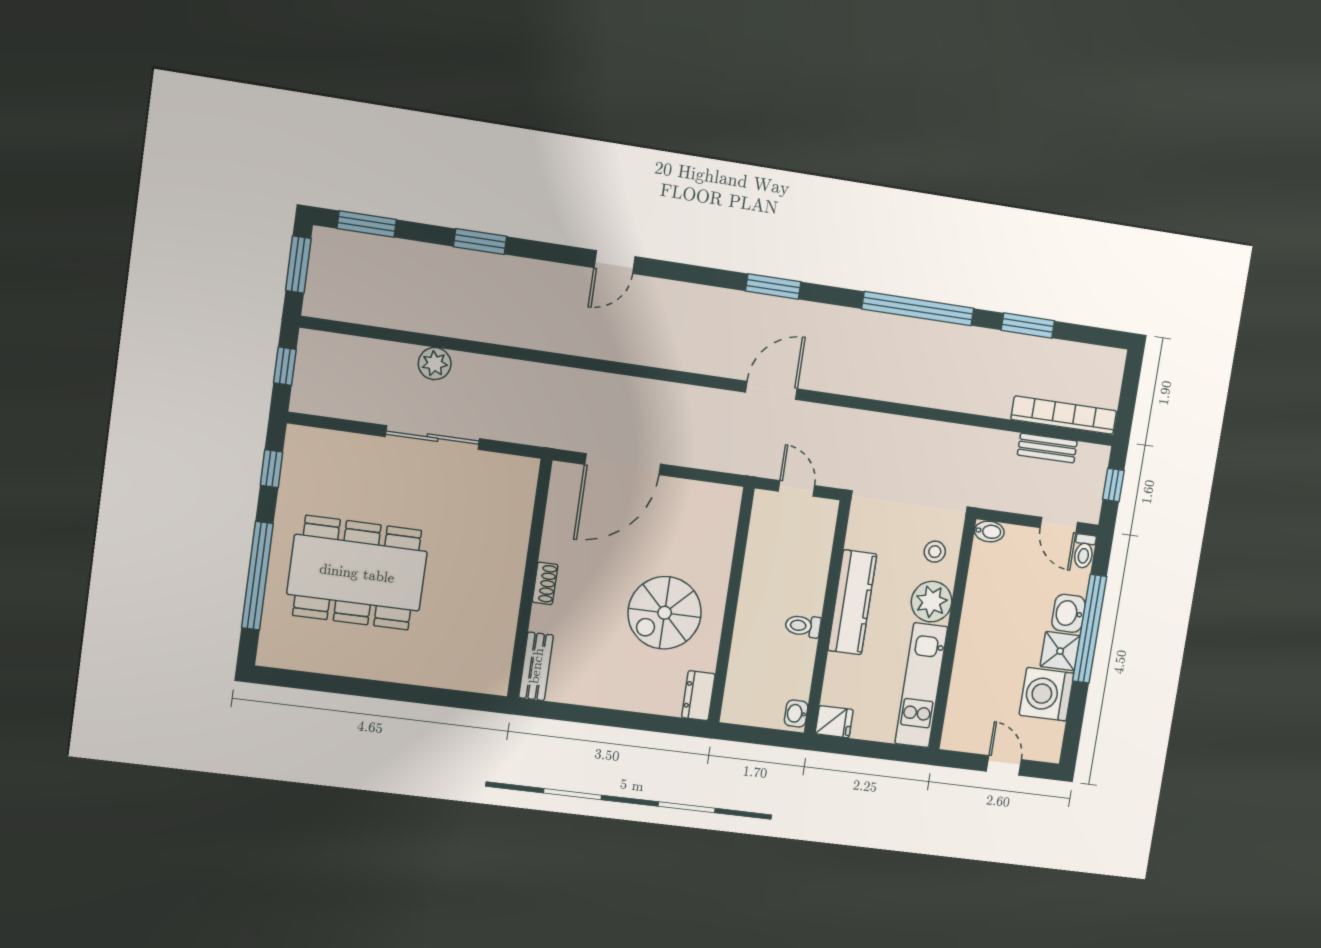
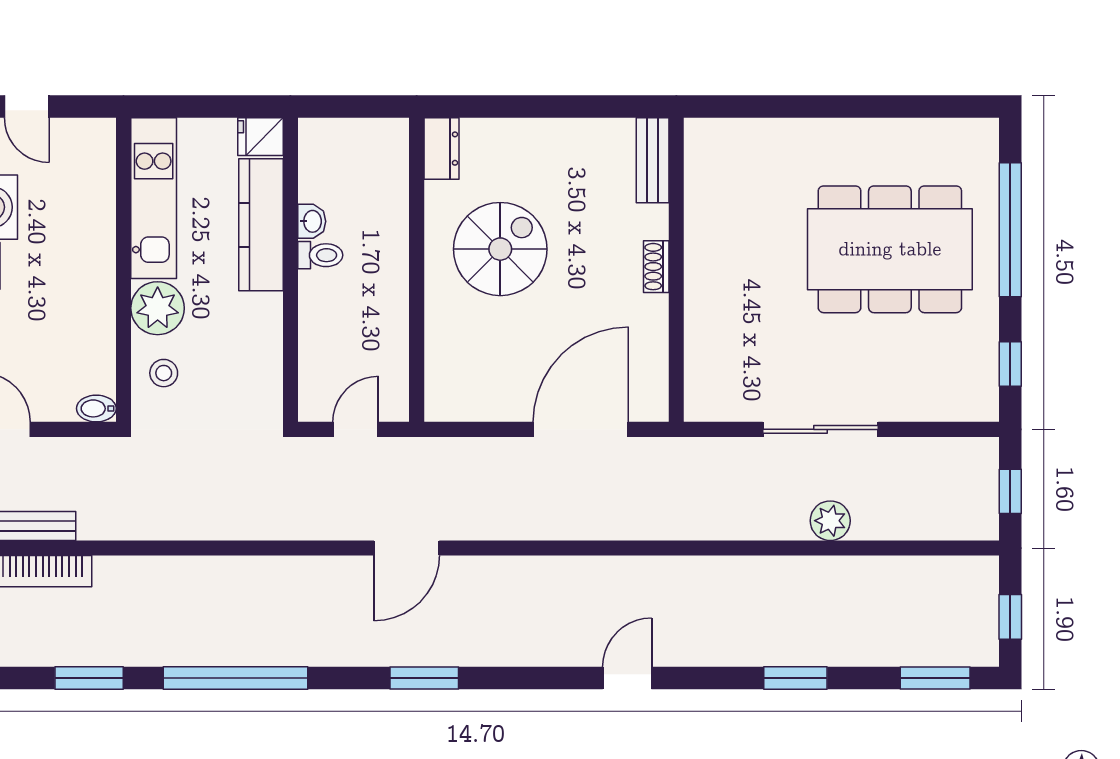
window: (298, 264) -> (1010, 617), width x0.67
door: (797, 488) -> (356, 429), swing flipped
kitchen counter: (852, 602) -> (261, 225), moved
washbasin: (796, 714) -> (312, 221), moved

